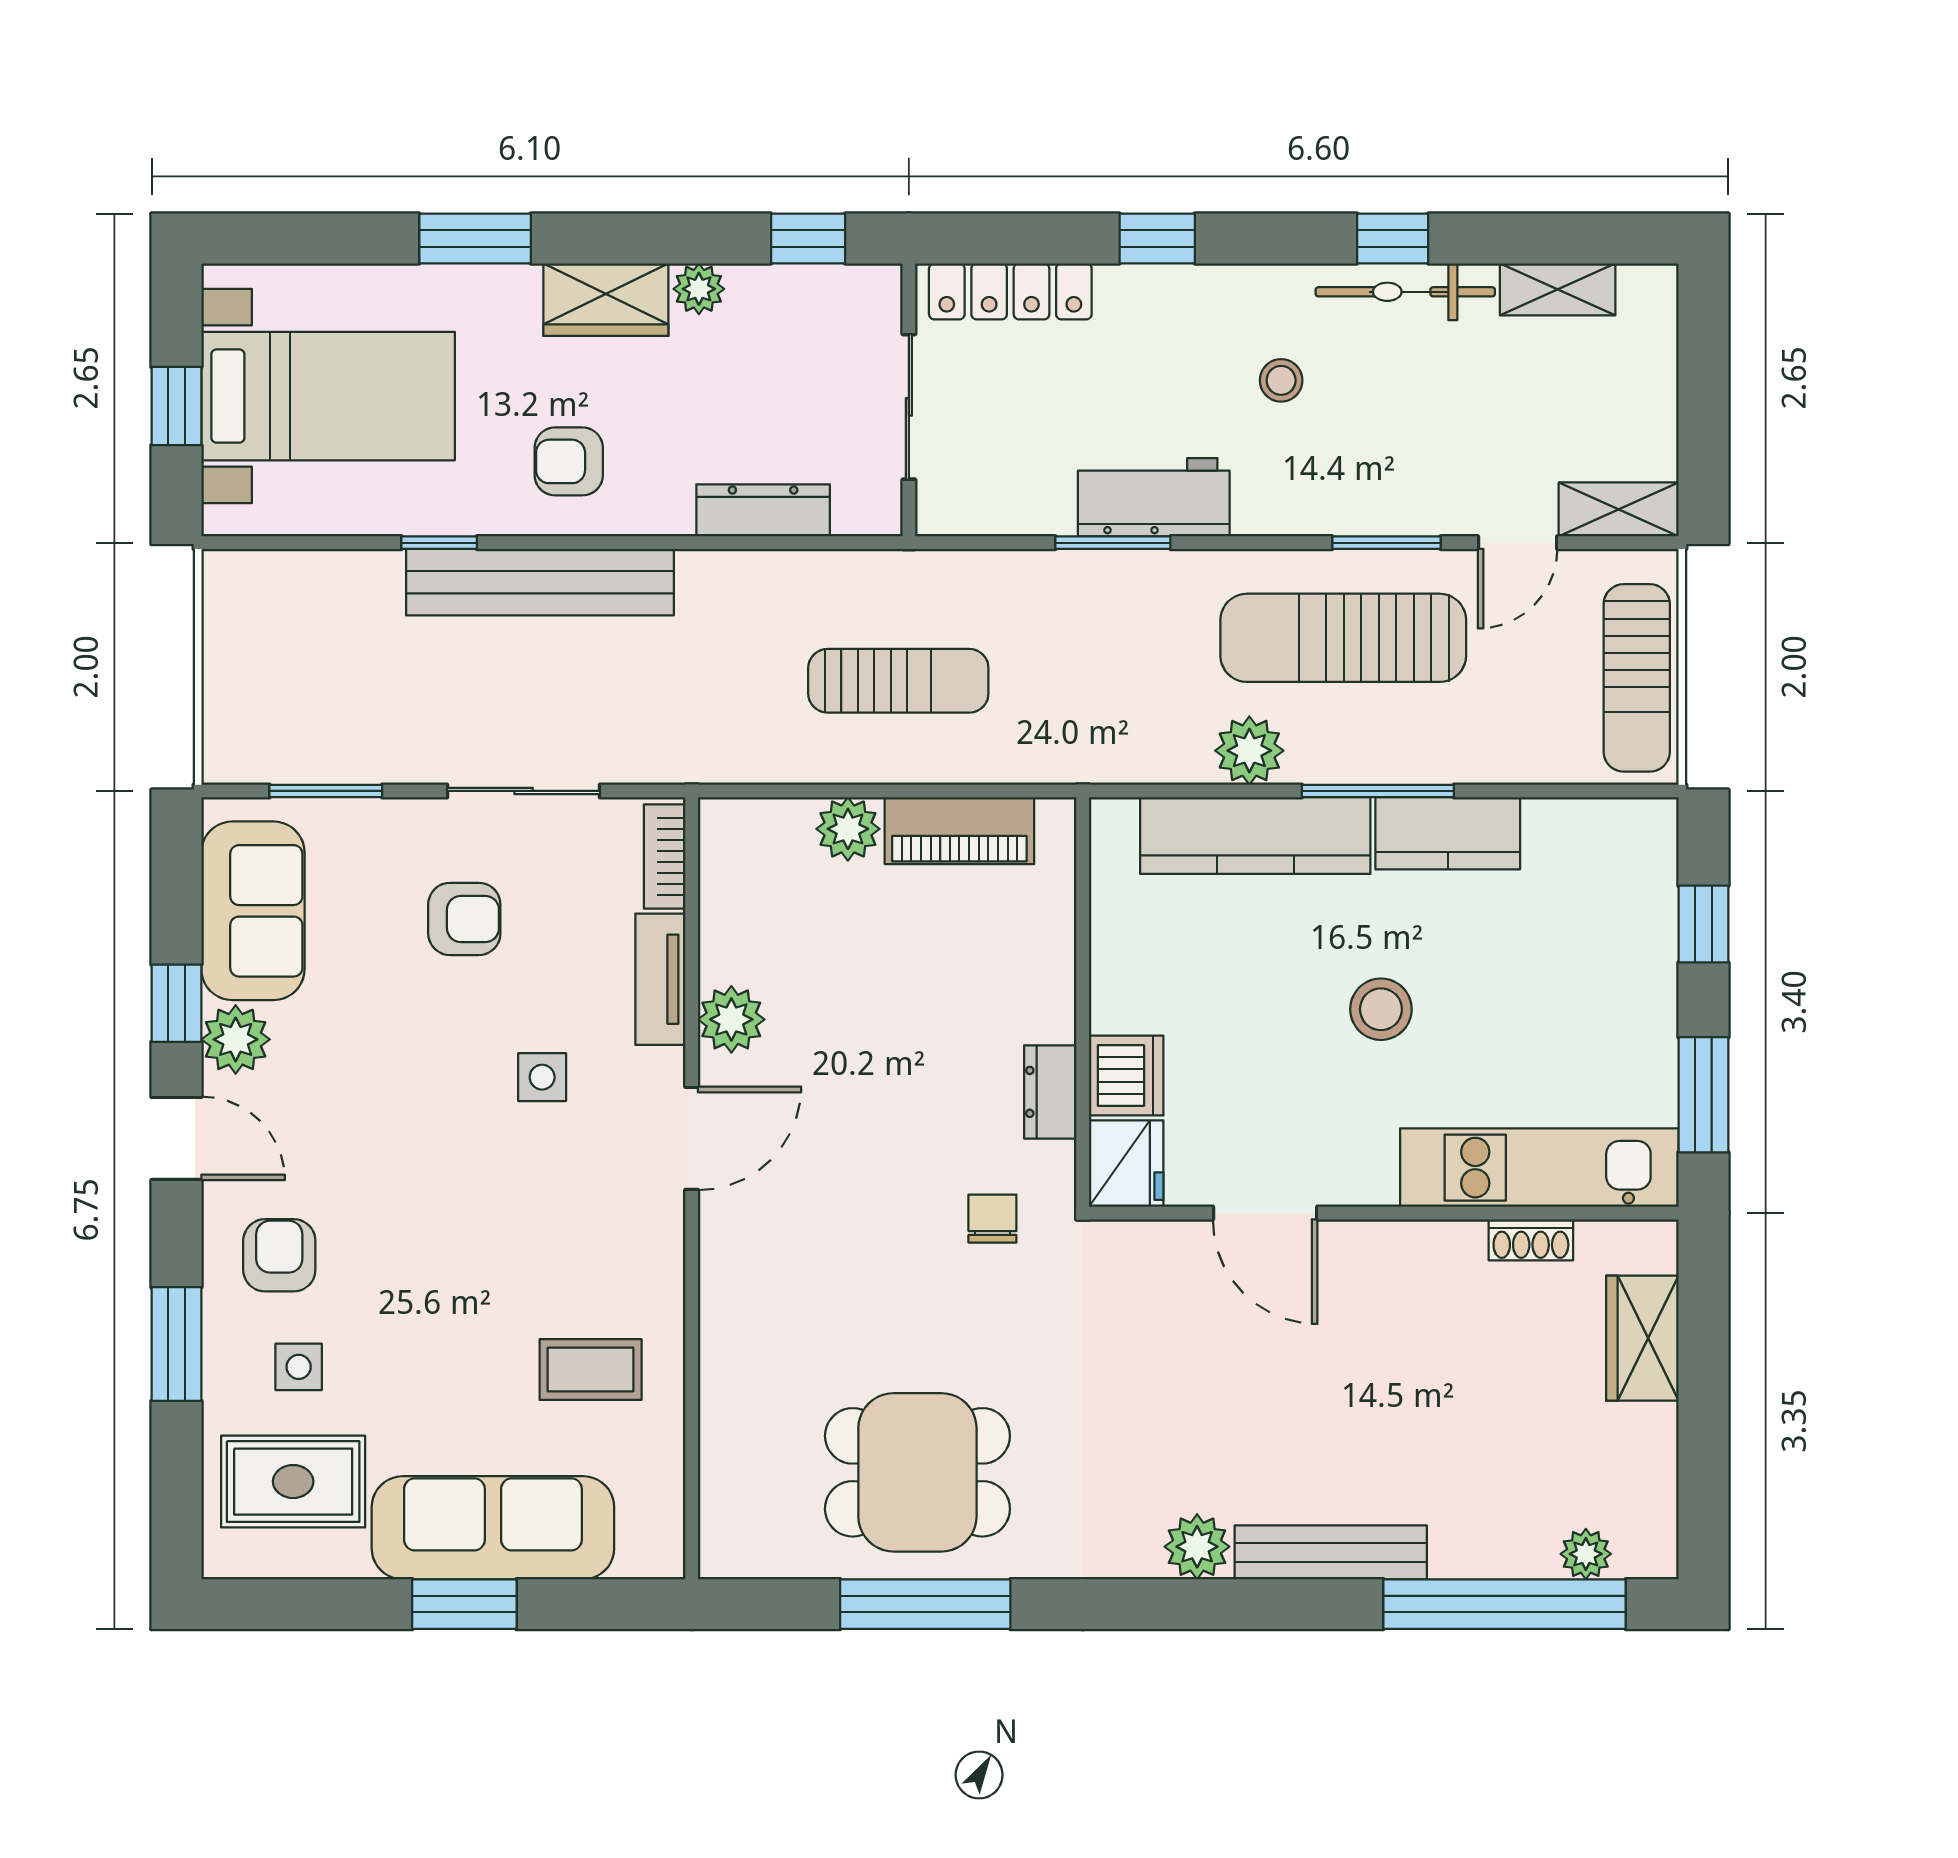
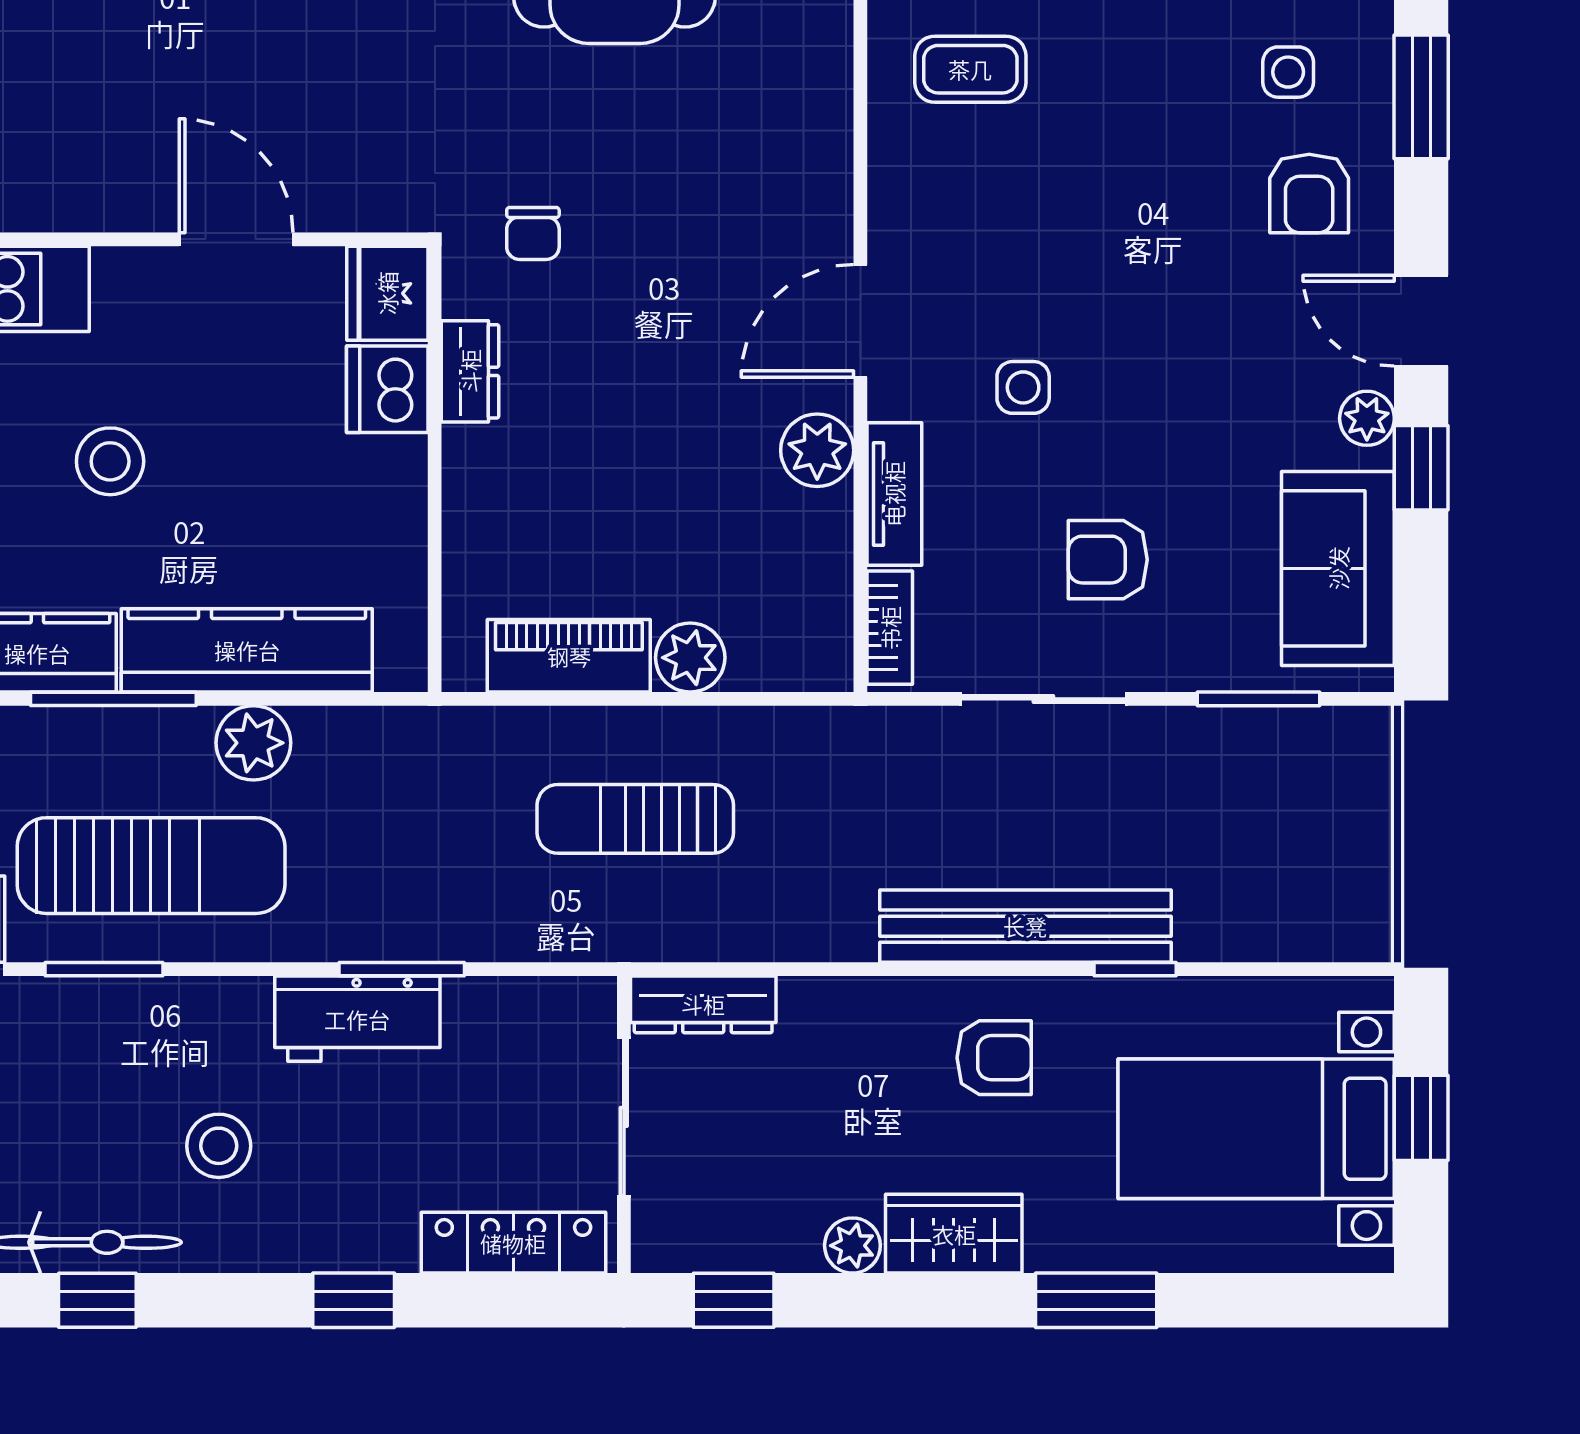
stool: (1281, 380) -> (219, 1146), width x1.37, depth x1.37
dresser: (763, 510) -> (703, 1004), moved
plant: (236, 1039) -> (1367, 418), width x0.73, depth x0.73

